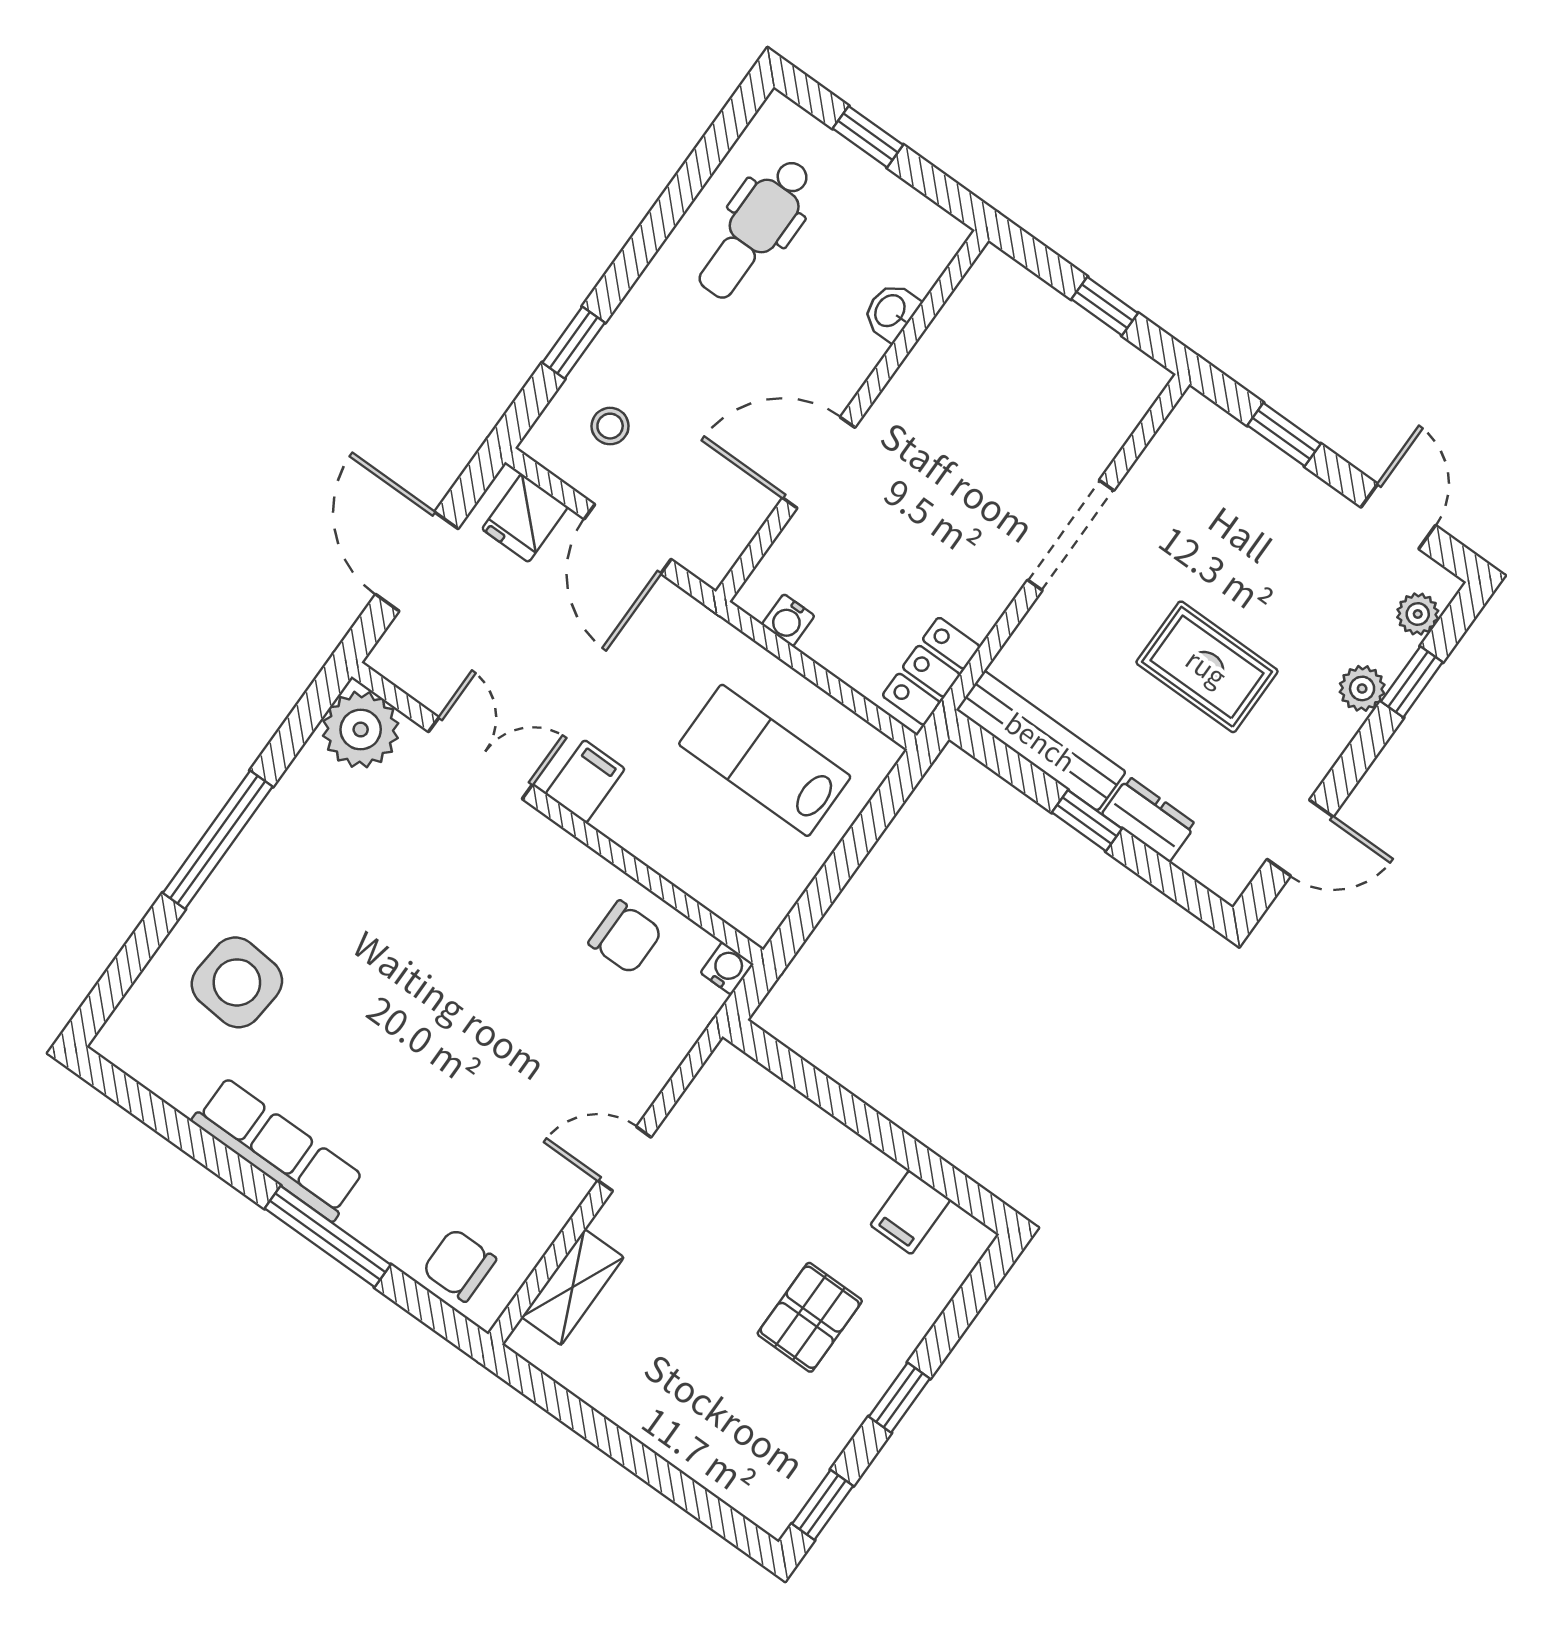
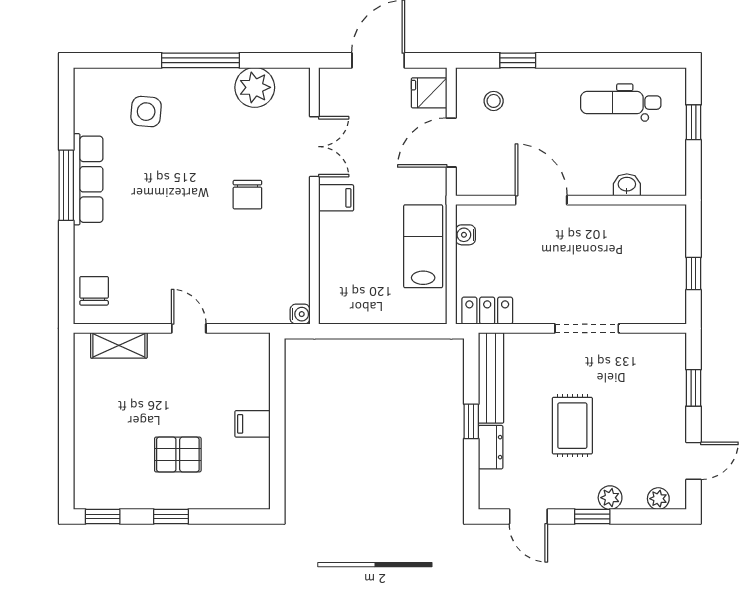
window: (1412, 682) -> (592, 517), moved
plant: (361, 730) -> (255, 87), moved
lab bench: (765, 760) -> (423, 246), moved
chair: (625, 937) -> (247, 195), moved
side table: (237, 982) -> (146, 112), width x0.73, depth x0.73
filing cabinet: (910, 1212) -> (253, 424), moved
window: (328, 1236) -> (66, 185), moved

